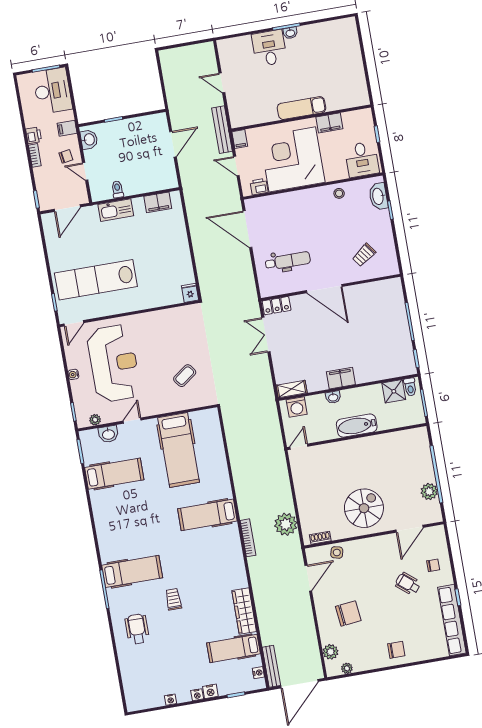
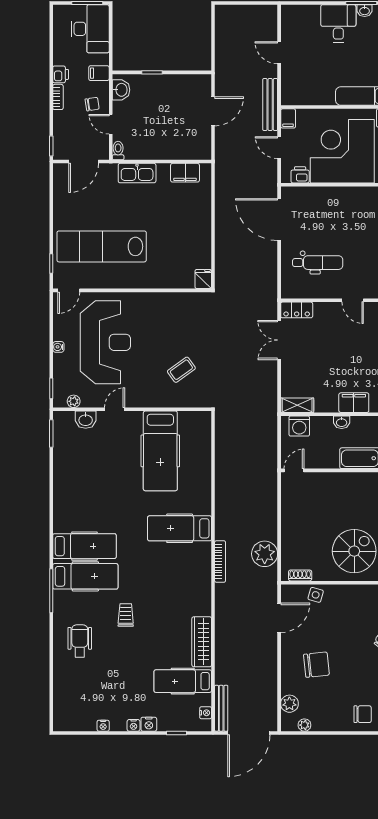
toilet: (117, 189) -> (118, 151), moved
door: (324, 289) -> (353, 300), width x0.53
hospital bed: (114, 474) -> (84, 546), moved

